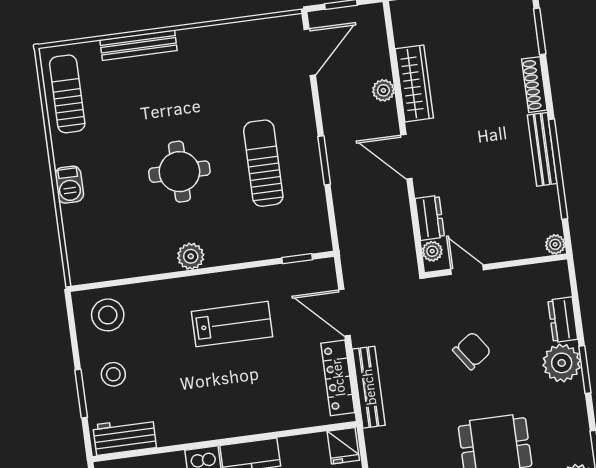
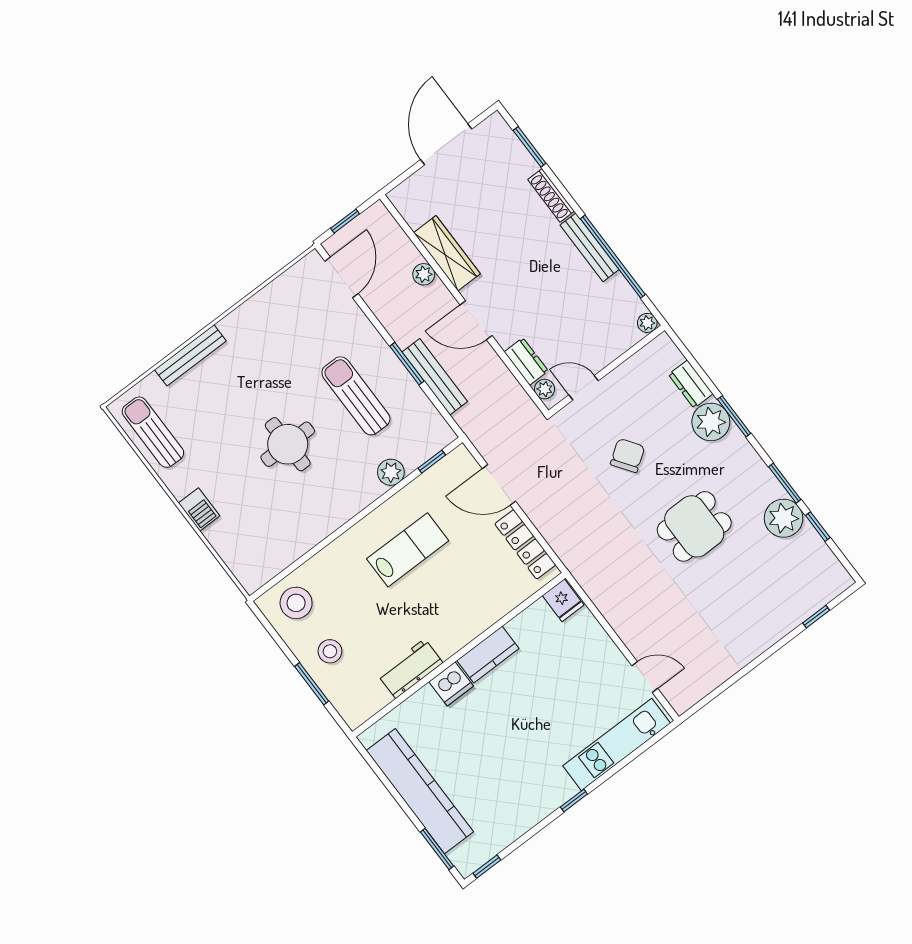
plant: (191, 256) -> (391, 472), moved
bench: (369, 387) -> (435, 377), moved
workbench: (125, 436) -> (410, 669), moved

